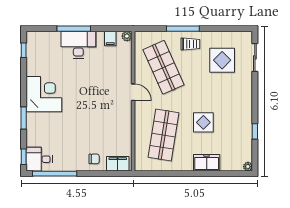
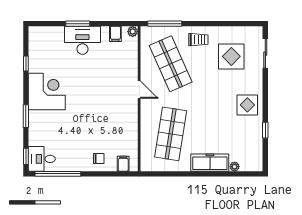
window: (74, 29) -> (78, 24), width x0.69
window: (183, 29) -> (165, 24), moved
window: (24, 50) -> (26, 63), moved
display table: (203, 122) -> (247, 105), moved
freezer: (207, 163) -> (210, 163), width x1.40
filing cabinet: (118, 164) -> (123, 164), width x0.50
plant: (248, 167) -> (235, 167), moved

